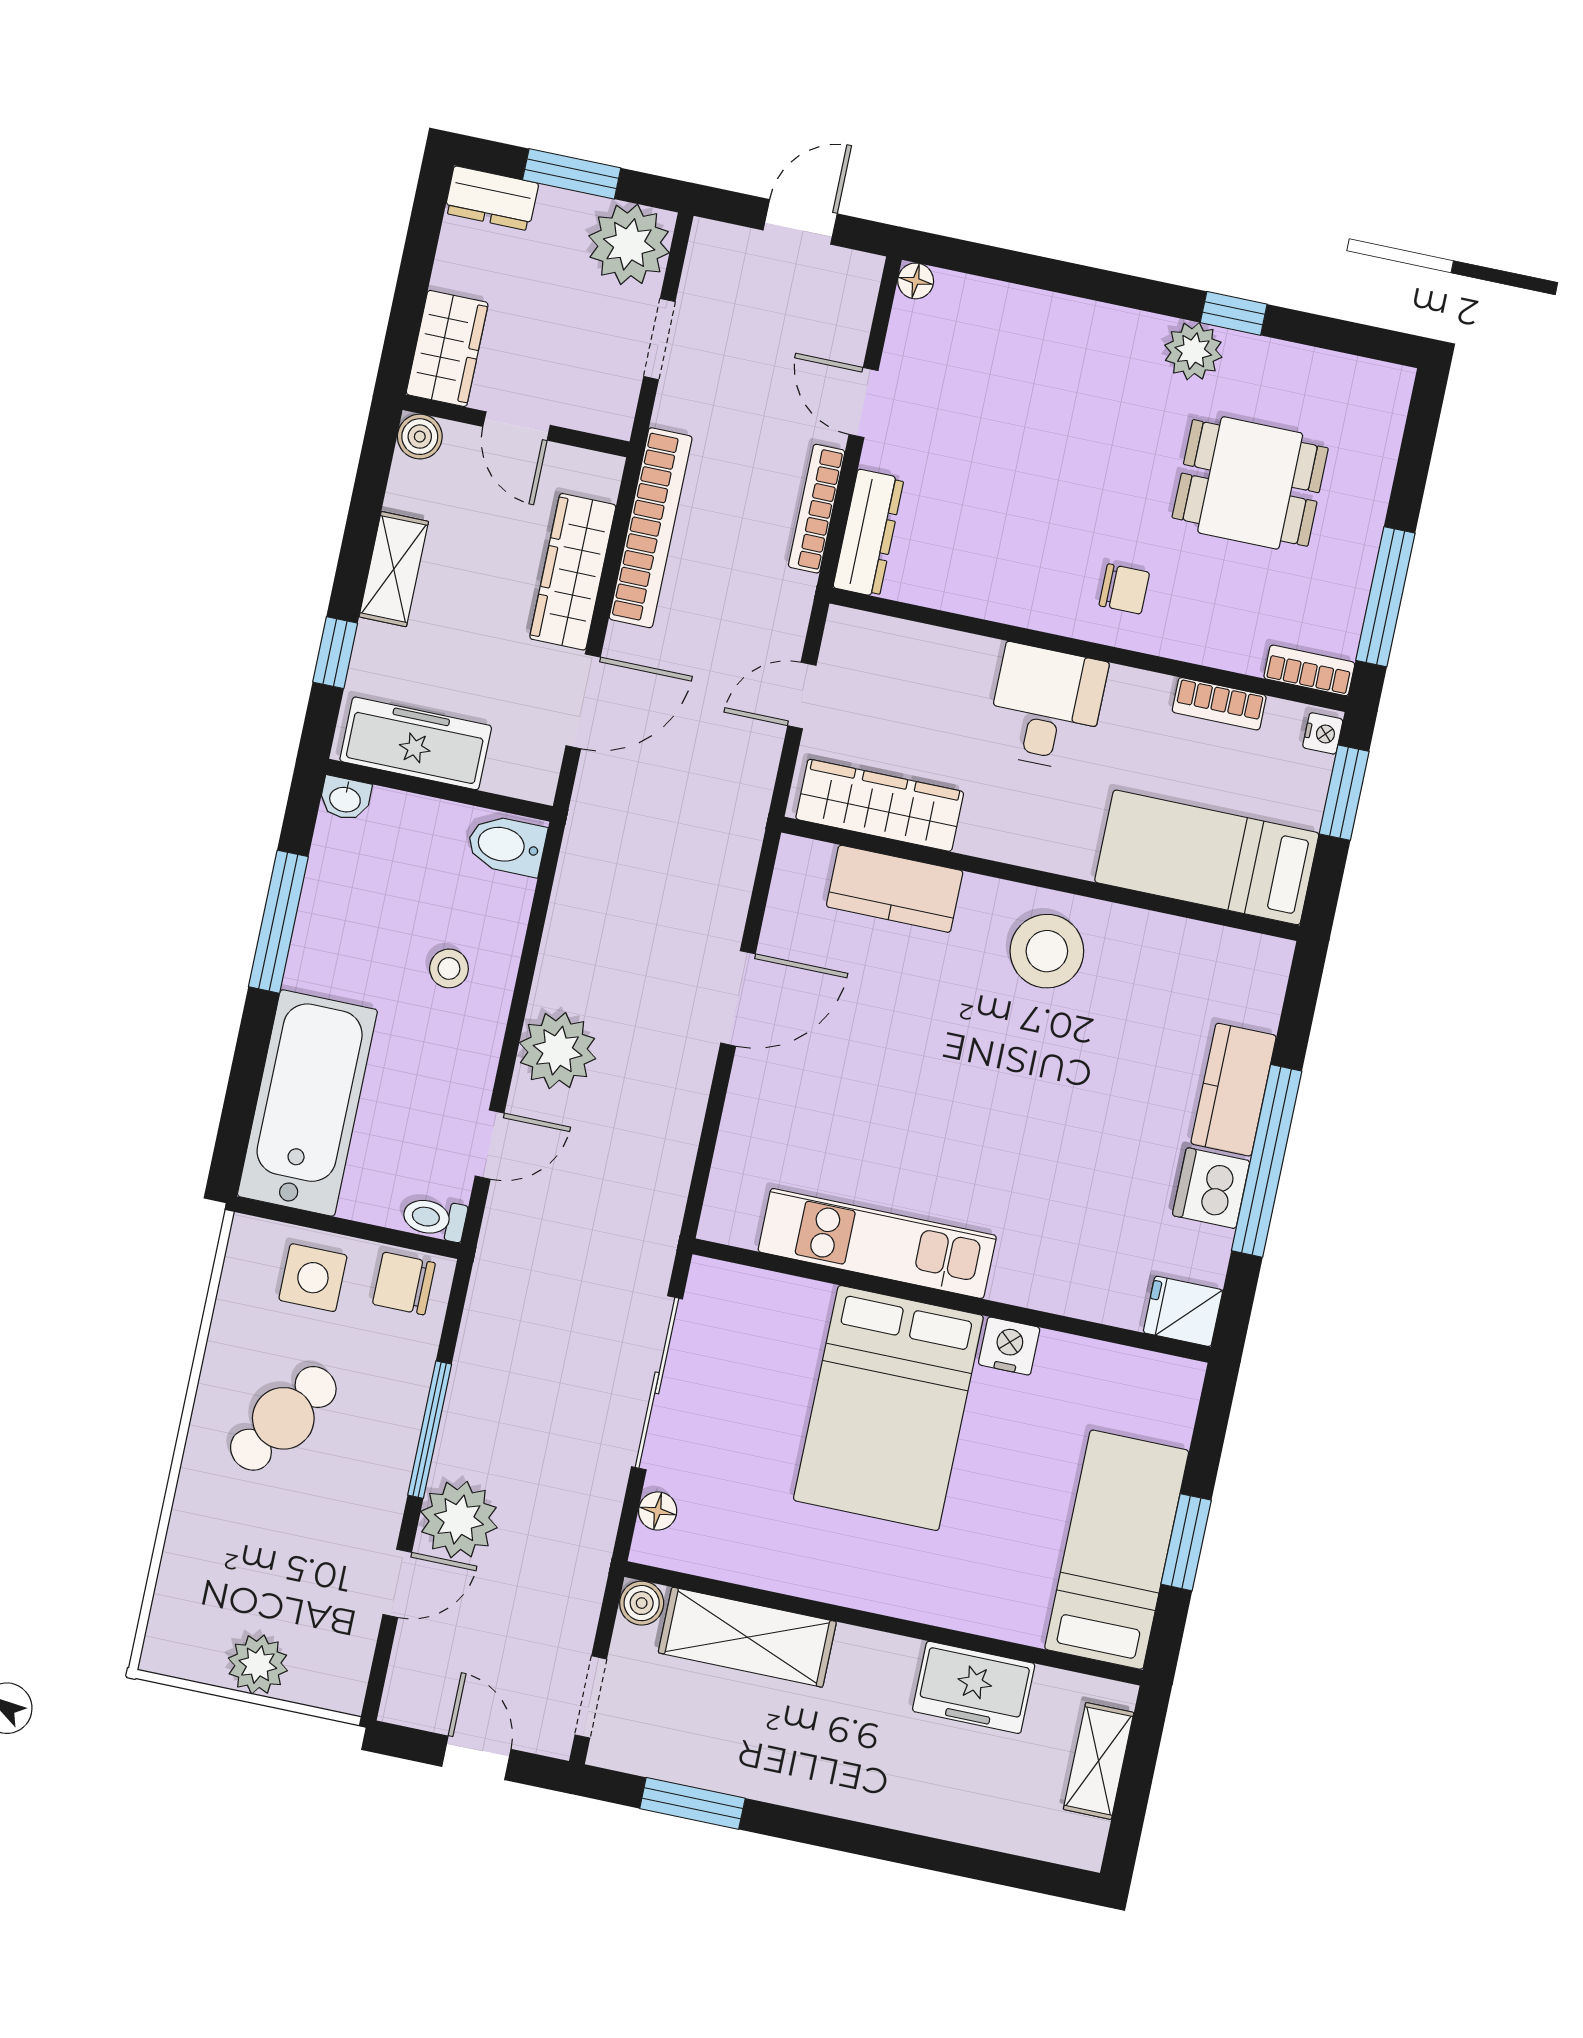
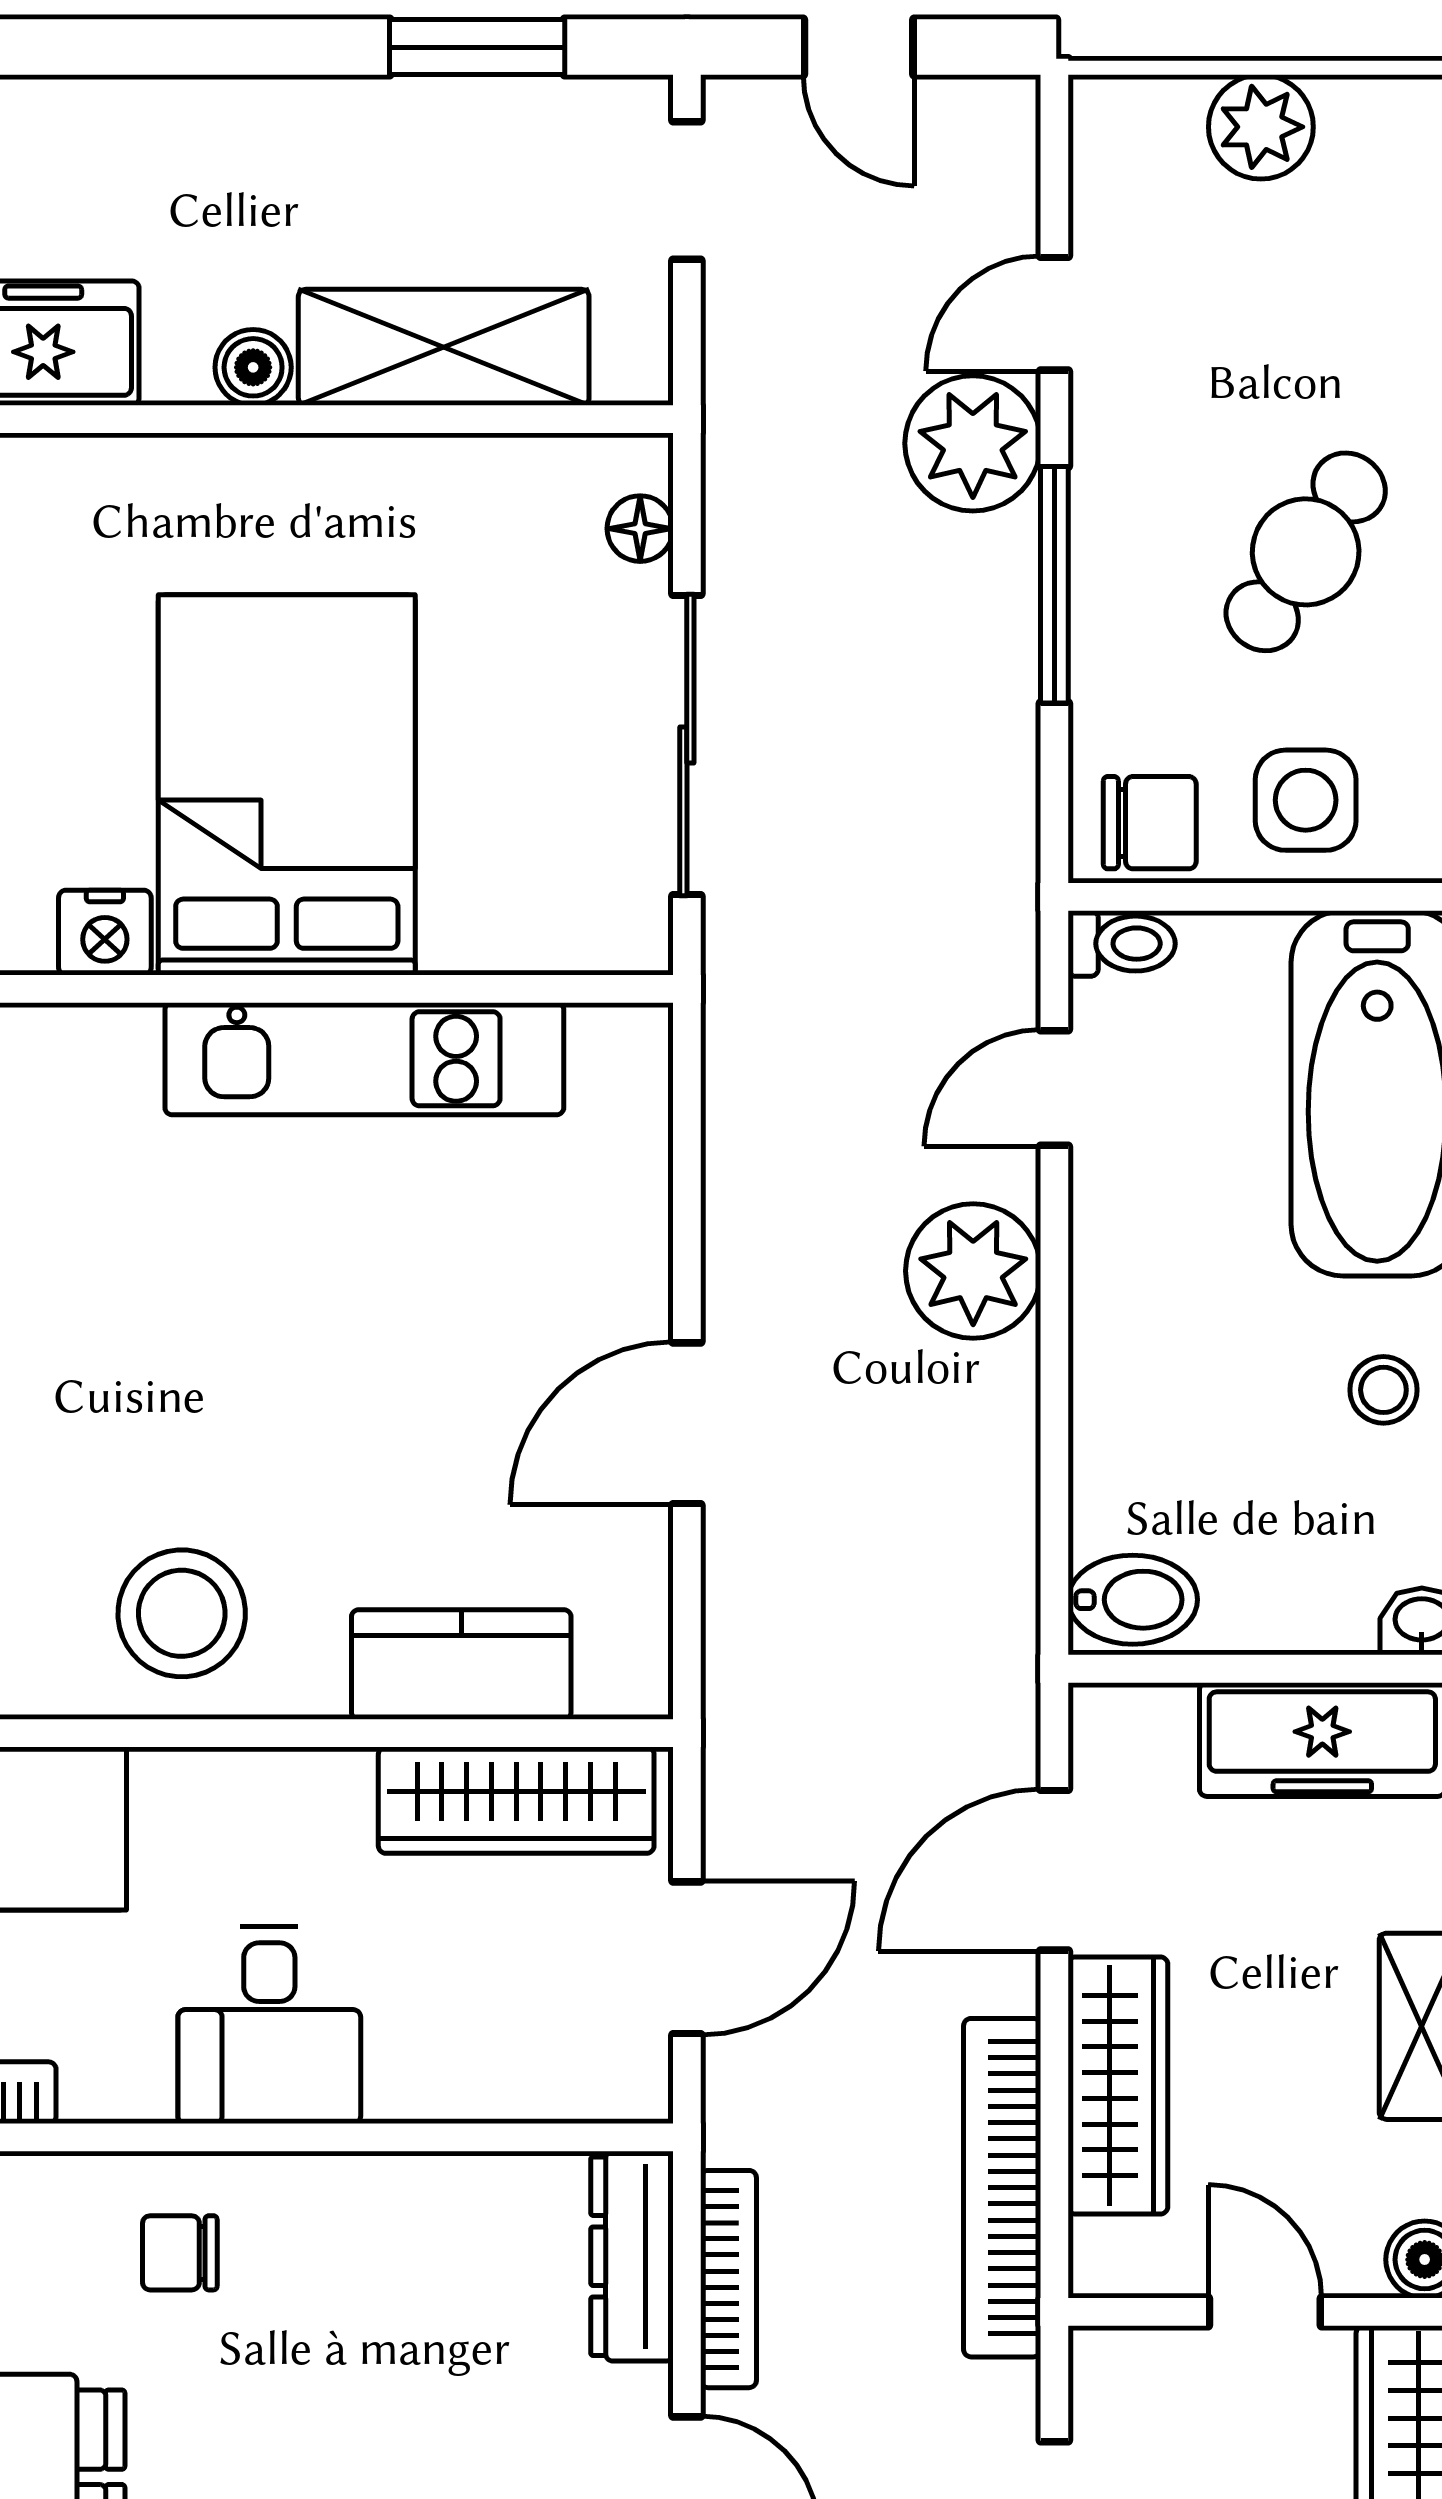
door: (802, 696) -> (687, 1958), width x1.38
stool: (449, 968) -> (1383, 1390), moved
boiler: (642, 1603) -> (253, 367), moved

